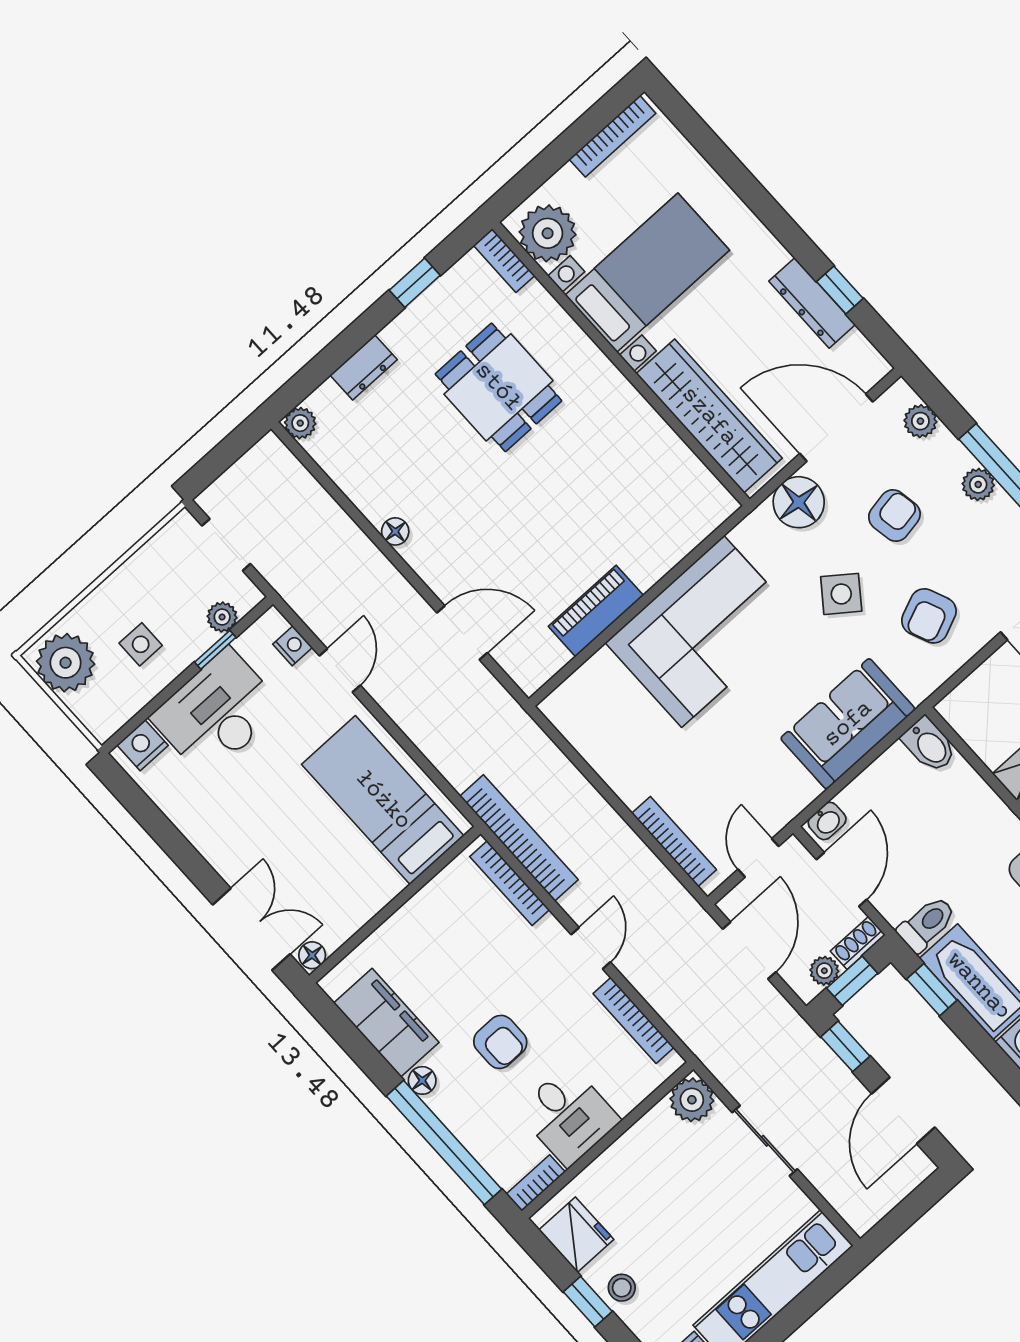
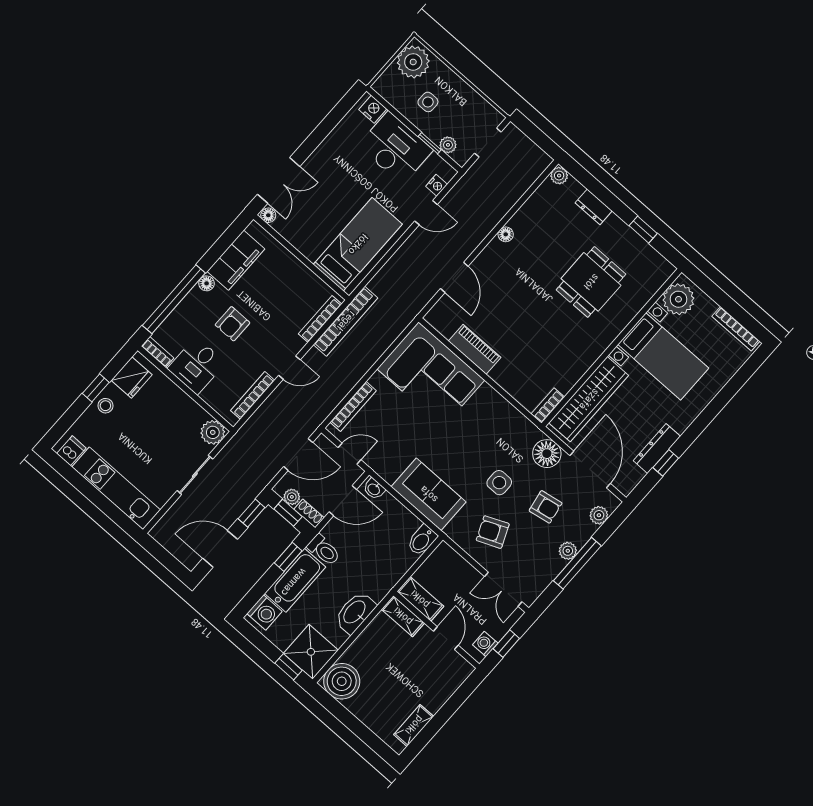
bookcase: (504, 261) -> (548, 405), moved
side table: (841, 594) -> (499, 483), turned -37
corner sofa: (703, 631) -> (431, 375), moved

